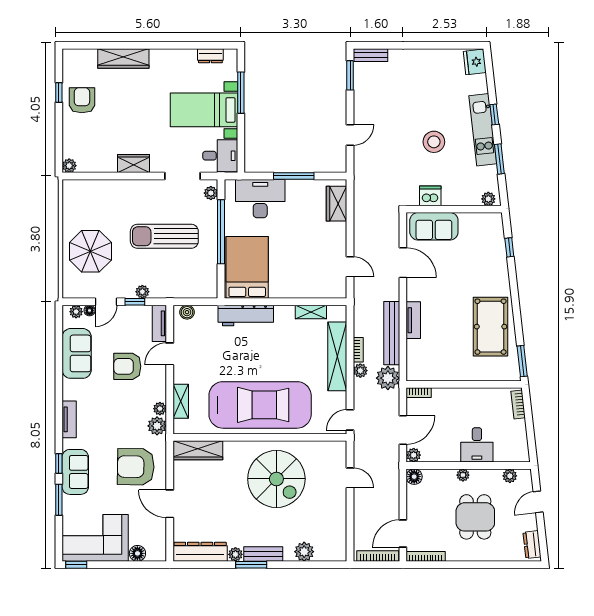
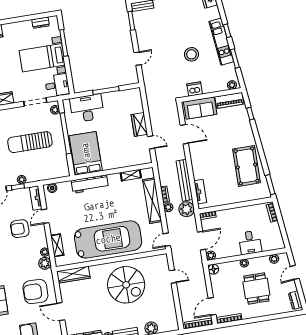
wardrobe: (337, 204) -> (139, 124), moved
piano: (480, 222) -> (229, 100), added
tv unit: (413, 320) -> (200, 192), moved

